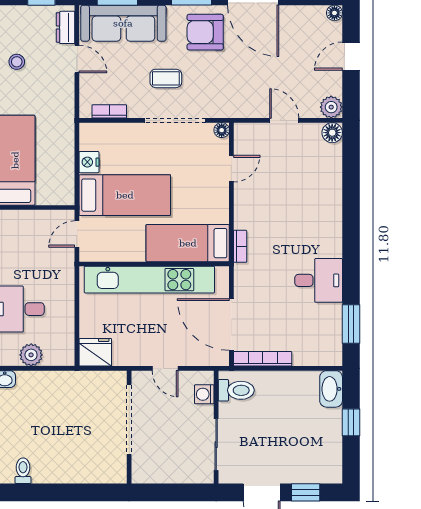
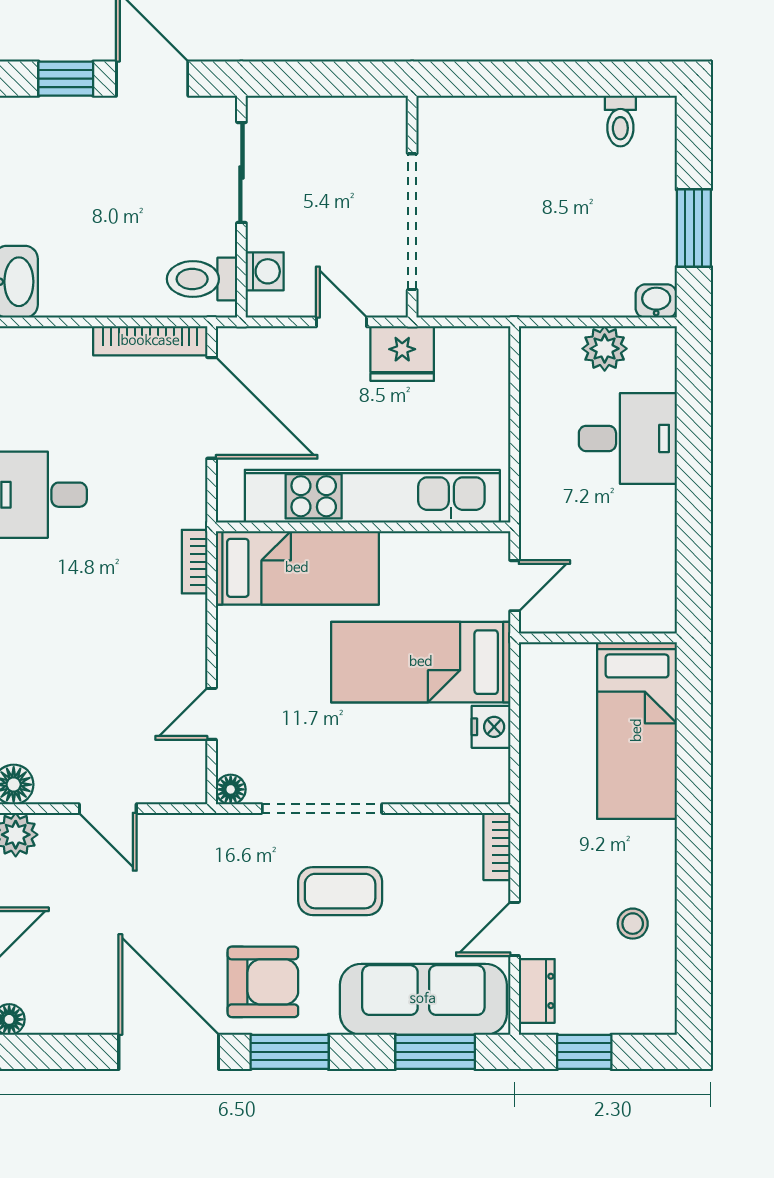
door: (77, 59) -> (515, 929), hinge flipped
coffee table: (166, 78) -> (340, 891), width x1.36, depth x1.30
bookcase: (109, 111) -> (497, 846), moved, turned 90
fridge: (95, 352) -> (402, 354), moved

